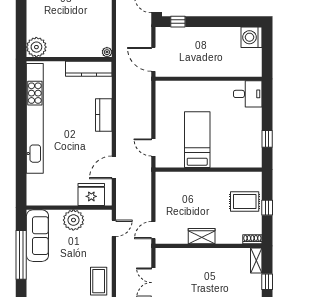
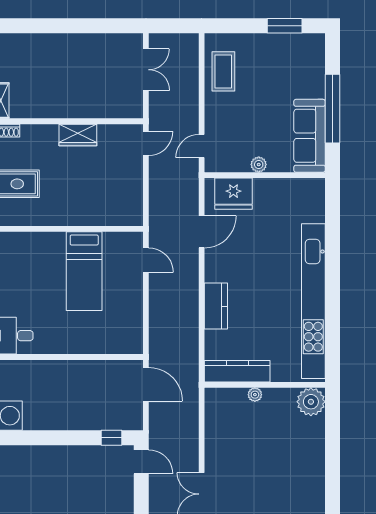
plant: (107, 52) -> (255, 395), moved
plant: (73, 220) -> (259, 165), width x0.53, depth x0.53

